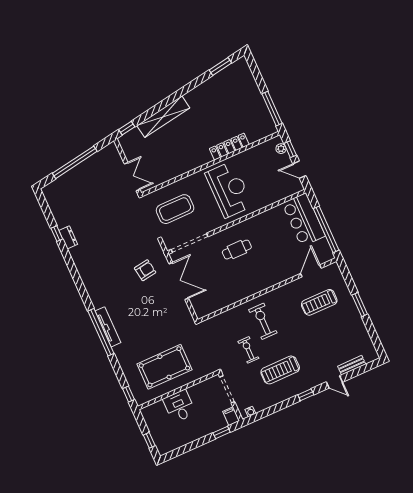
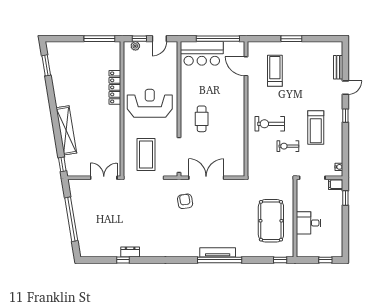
treadmill: (319, 302) -> (275, 71), turned 180

